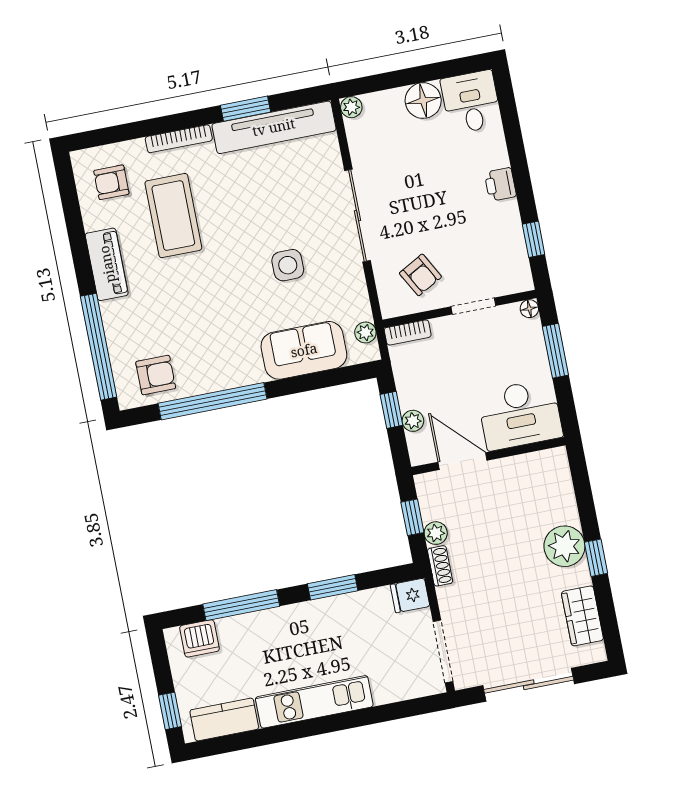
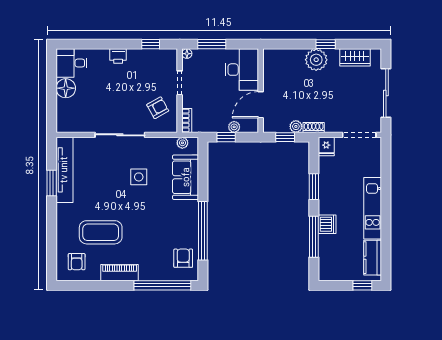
plant: (351, 107) -> (62, 127), removed
bookcase: (179, 139) -> (61, 221), removed
dishwasher: (199, 638) -> (327, 224), moved

